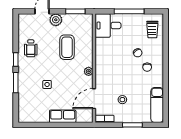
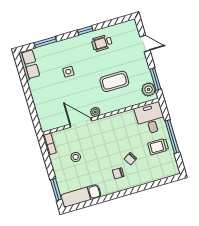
plant: (56, 20) -> (149, 89), moved
trolley: (152, 29) -> (158, 147), moved
window: (16, 83) -> (45, 42), moved
door: (94, 99) -> (81, 123), moved
row of seats: (63, 116) -> (29, 65), moved
window: (132, 125) -> (56, 190), moved

